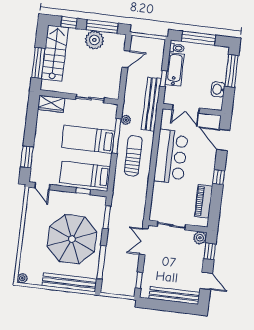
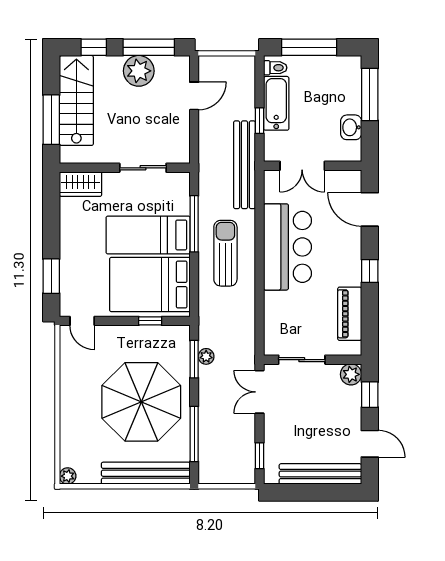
plant: (126, 120) -> (206, 356), moved
bed: (85, 175) -> (150, 285), width x1.50

